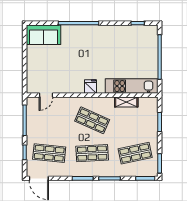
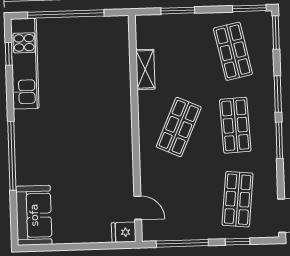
fridge: (90, 86) -> (124, 232), moved
kitchen unit: (132, 86) -> (25, 64), moved, turned 180

